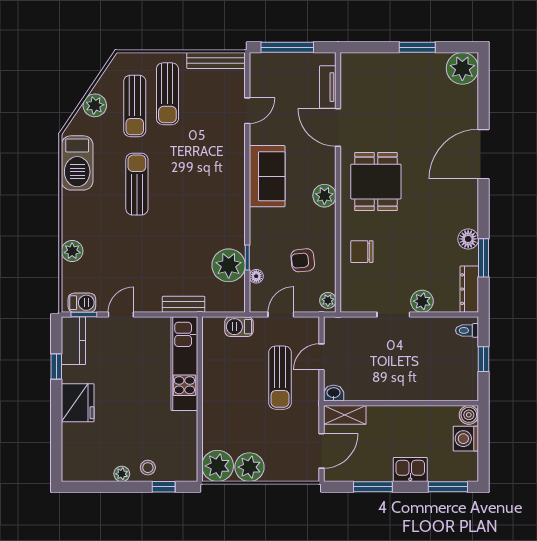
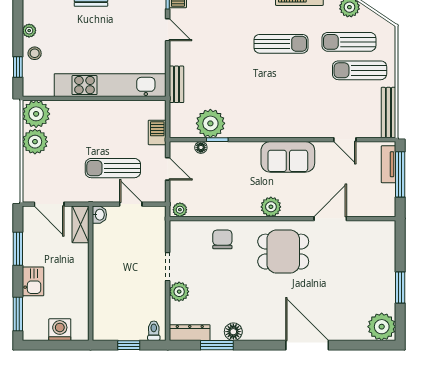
tv unit: (328, 87) -> (388, 164), moved, turned -90
armchair: (303, 260) -> (215, 188), removed
kitchen unit: (184, 364) -> (110, 85), width x1.36
boiler: (469, 415) -> (80, 332), removed

